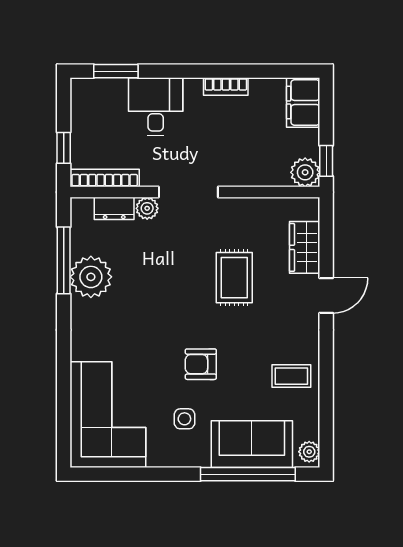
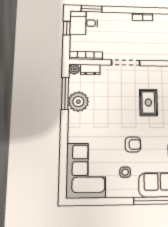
desk: (156, 107) -> (84, 23), moved, turned -90
window: (64, 148) -> (67, 28), moved
plant: (147, 208) -> (74, 69), moved
armchair: (201, 364) -> (133, 144), turned 180

